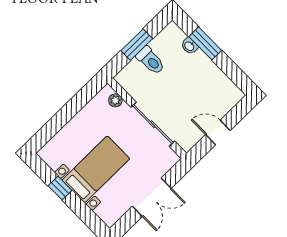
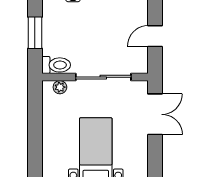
toilet: (151, 60) -> (56, 65), moved
double door: (152, 197) -> (155, 114), moved

